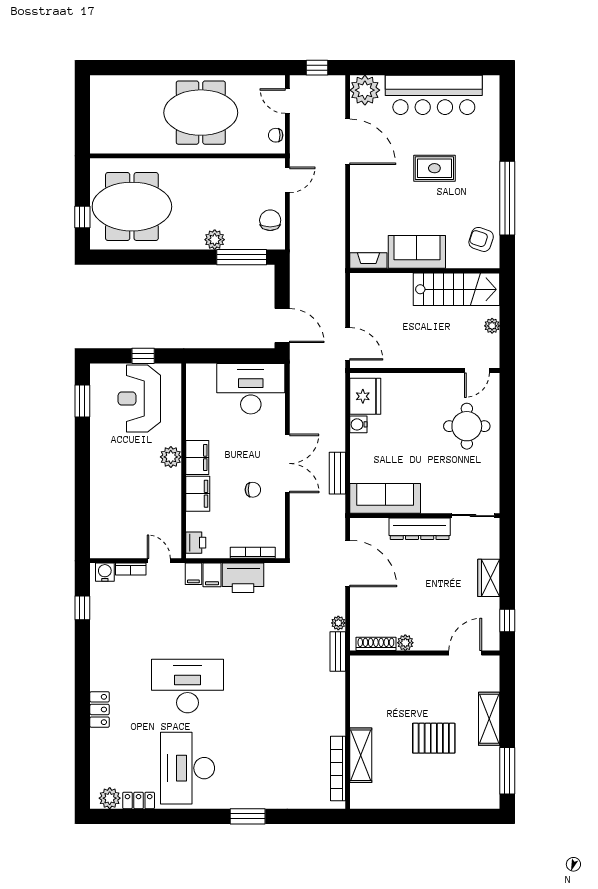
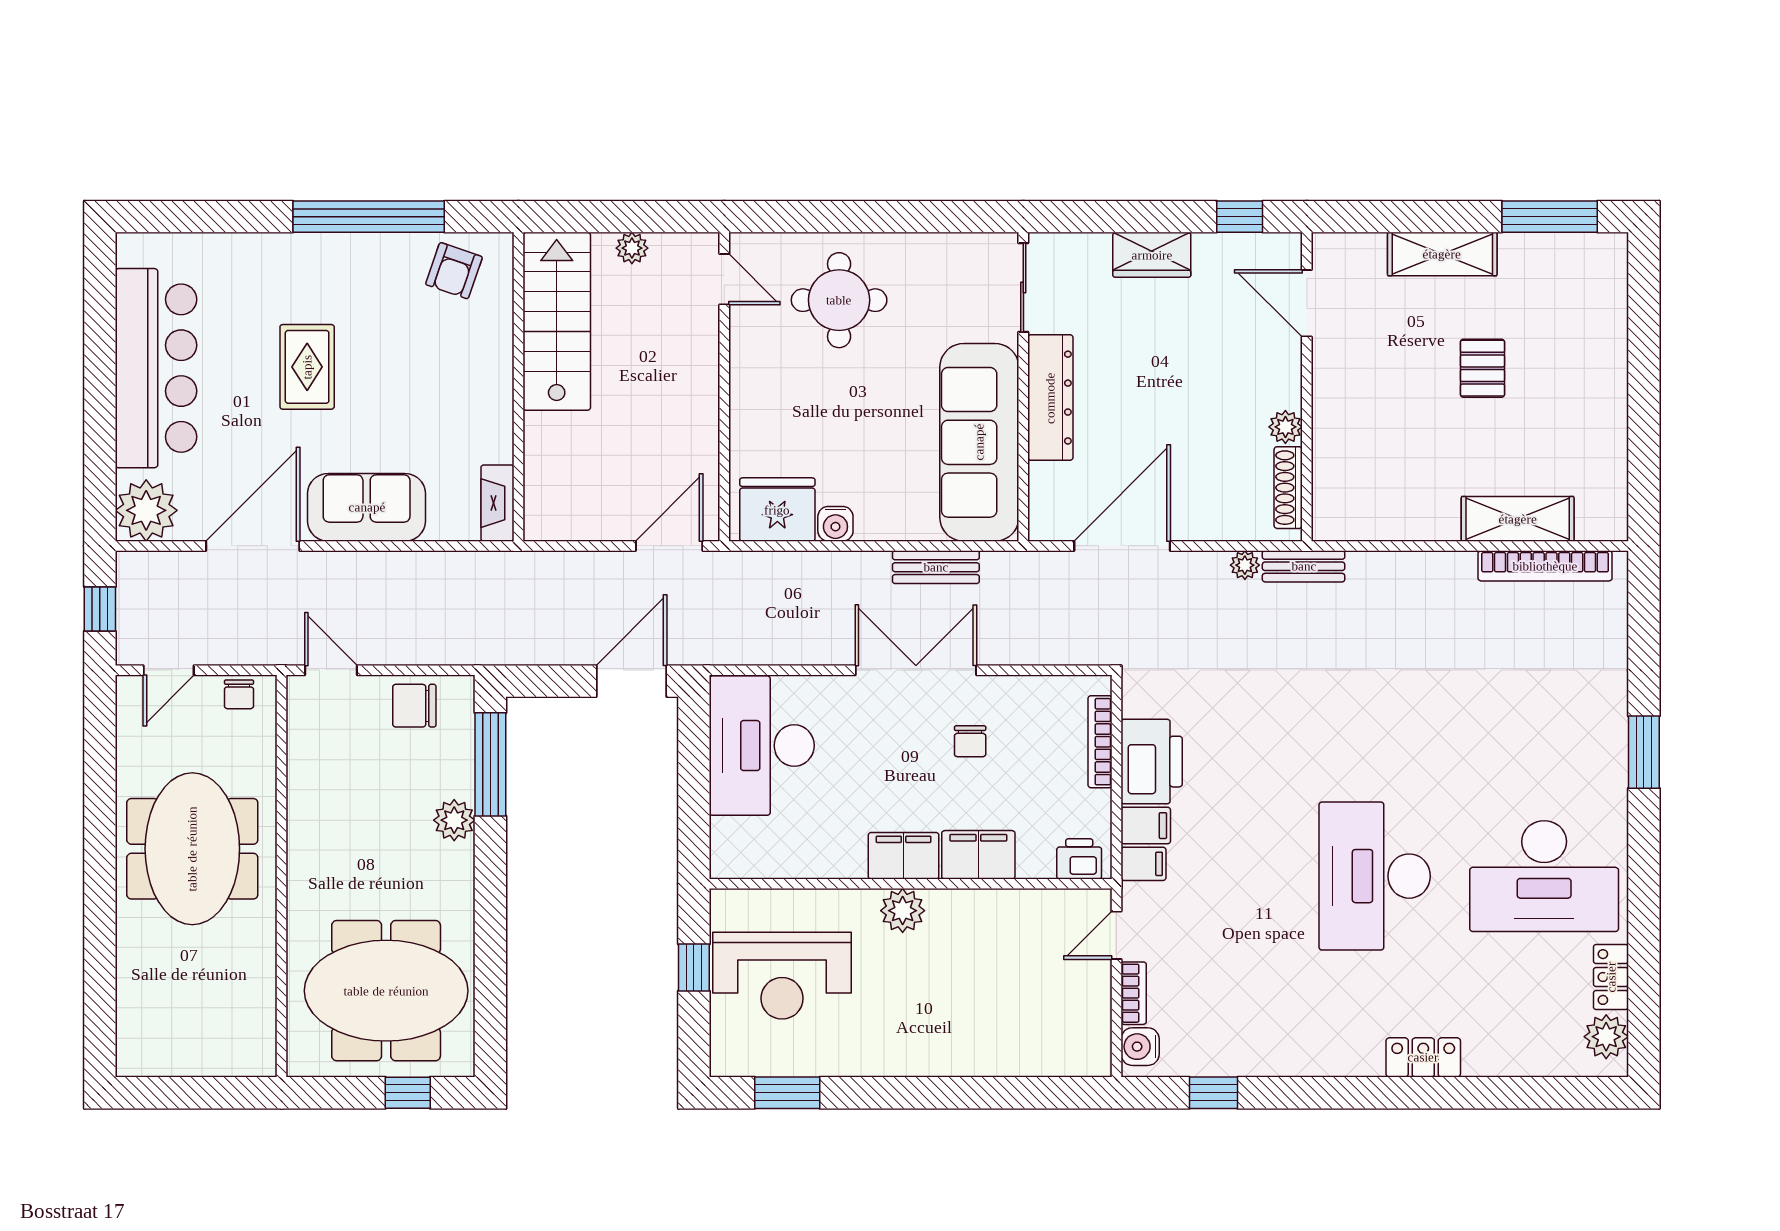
meeting table: (132, 207) -> (386, 991), turned 90
sofa: (417, 252) -> (367, 507), moved, turned 90
chair: (253, 490) -> (970, 741), turned 180
sofa: (385, 498) -> (979, 442), width x1.36, depth x1.27
pallet: (434, 738) -> (1482, 368), width x0.67, depth x0.71

